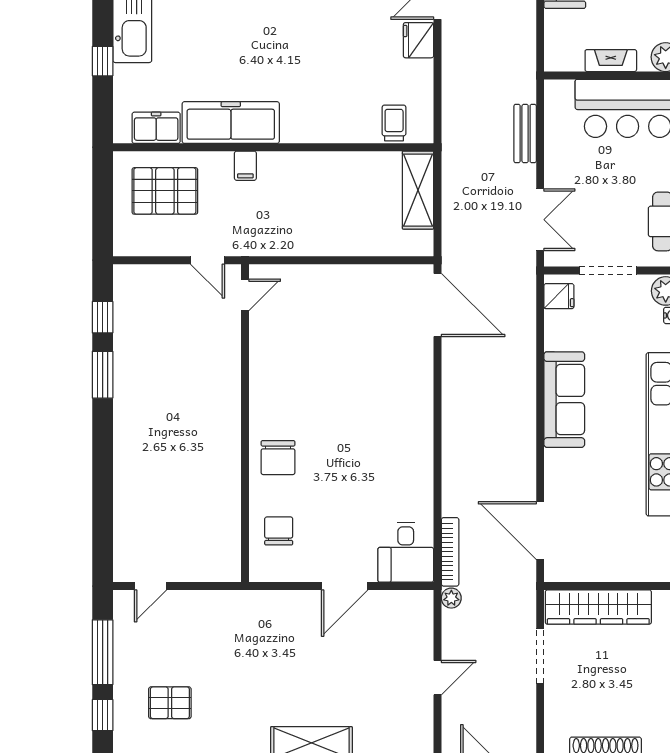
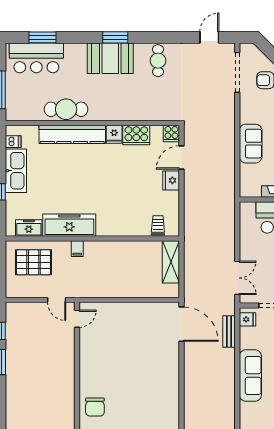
bench: (525, 134) -> (229, 332), moved

